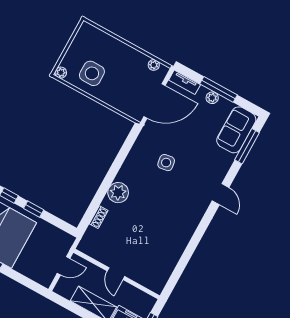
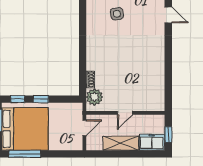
plant: (118, 193) -> (94, 97), moved
door: (116, 274) -> (125, 113), hinge flipped

